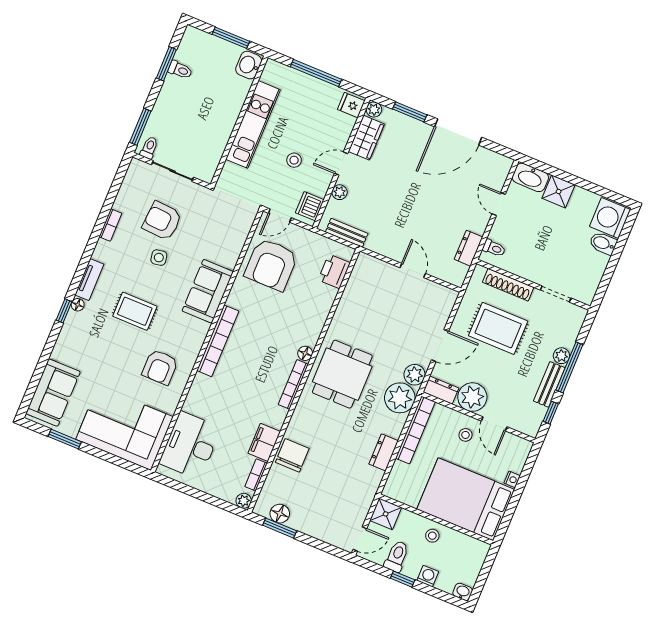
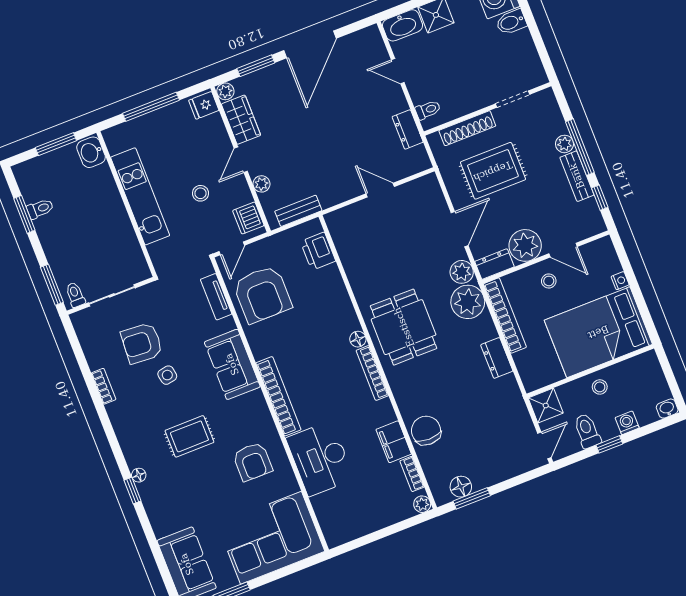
tv unit: (89, 280) -> (216, 297), moved, turned 180
desk: (190, 445) -> (320, 459), moved

